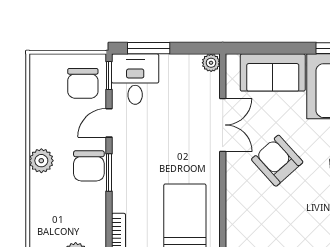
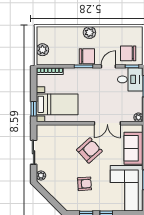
door: (109, 123) -> (108, 66), hinge flipped
chair: (89, 166) -> (87, 56), turned 180

